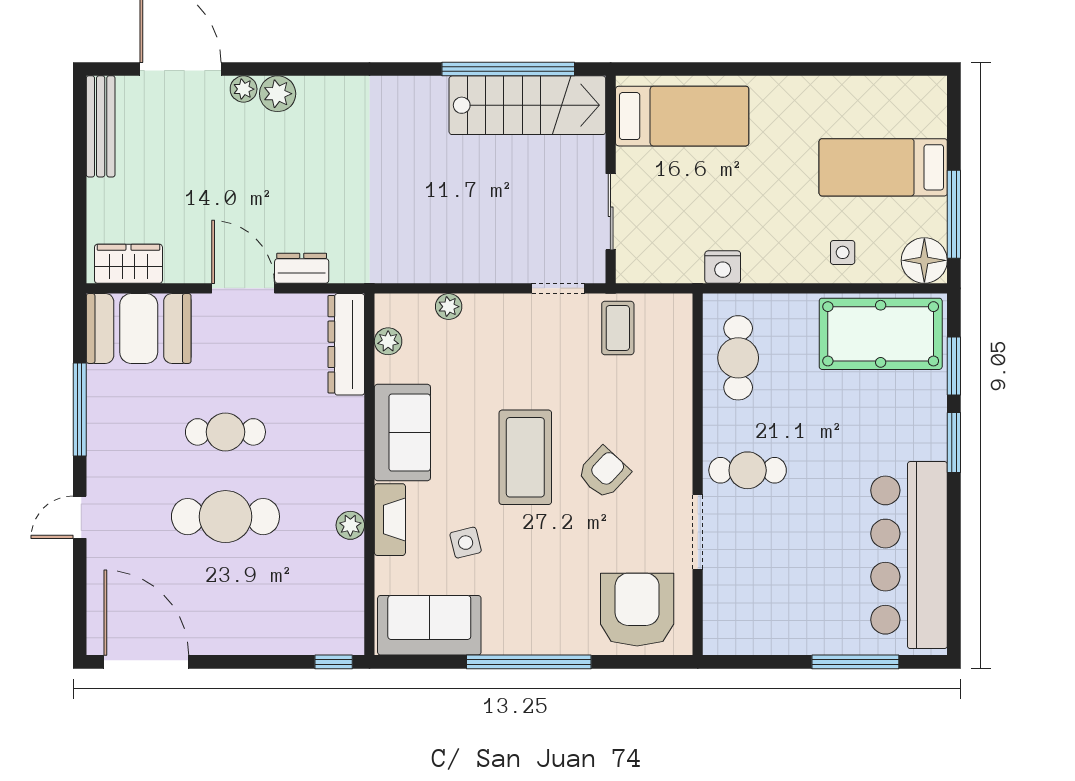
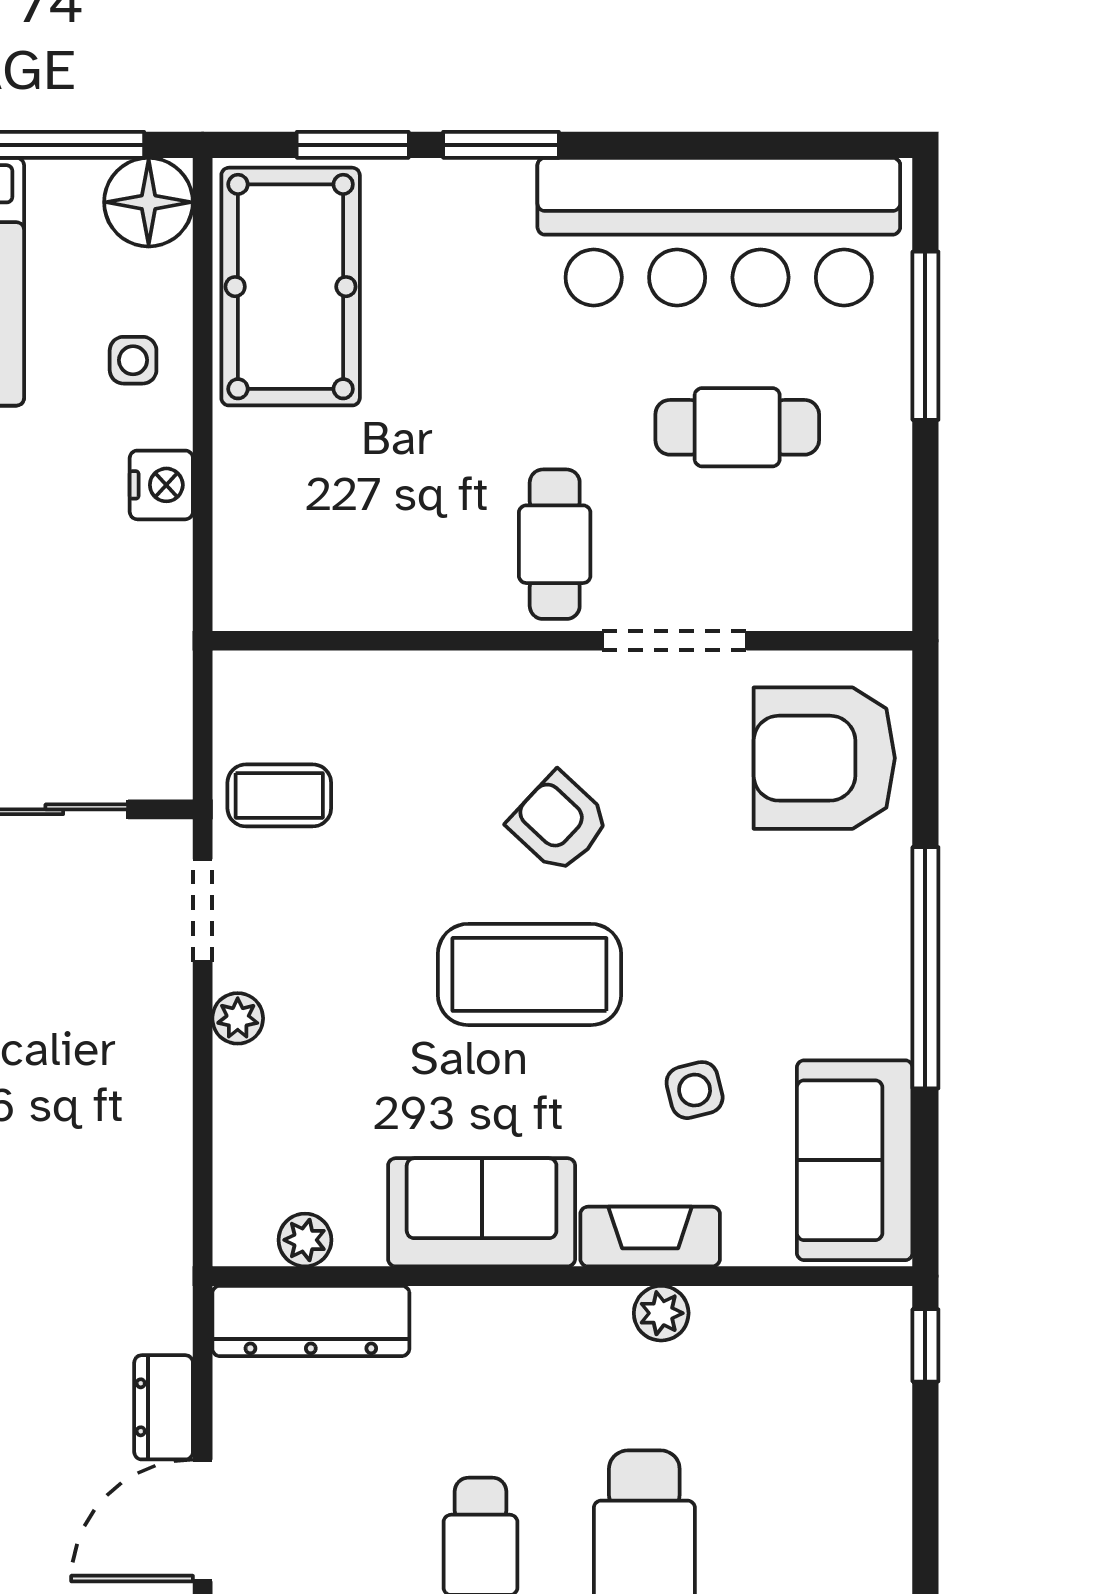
nightstand: (723, 267) -> (161, 485), moved
plant: (449, 307) -> (238, 1018), moved
cafe table: (738, 358) -> (737, 427), moved

